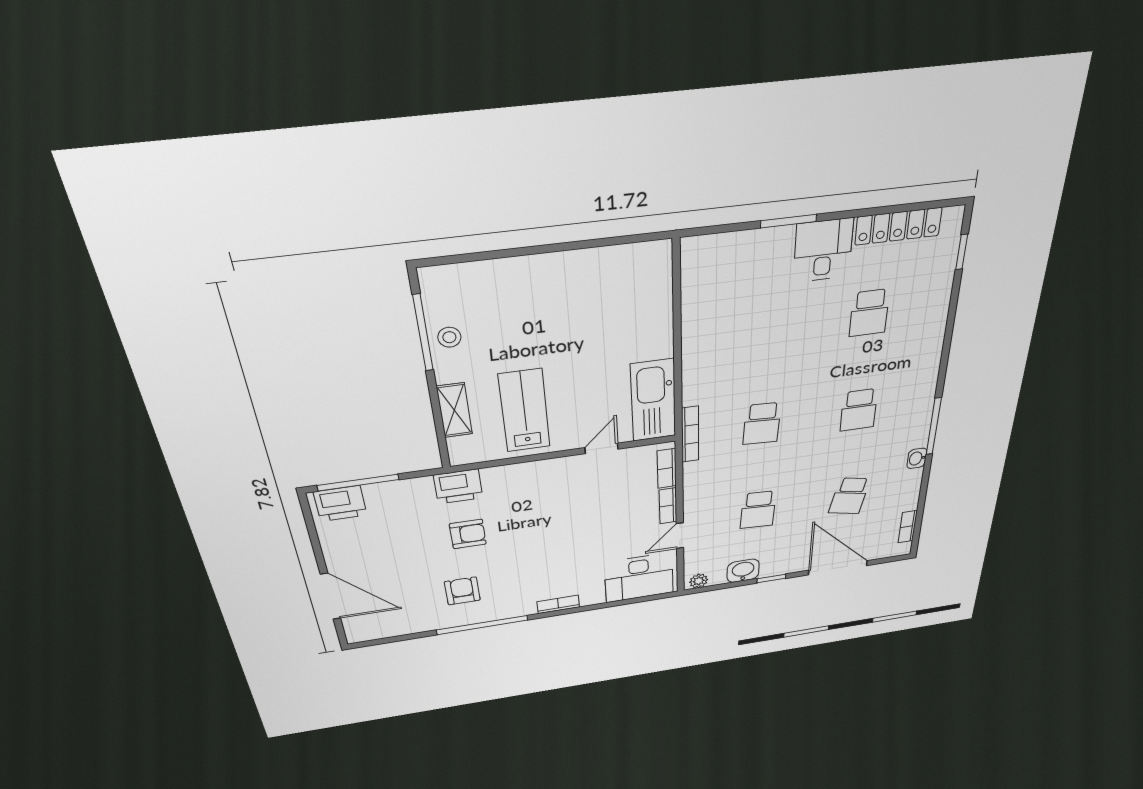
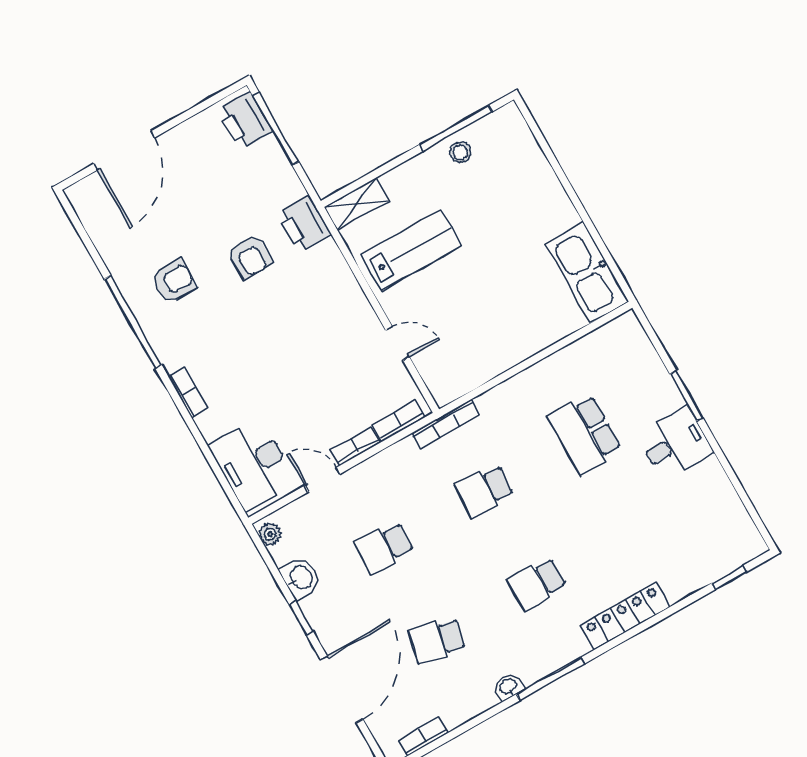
locker: (898, 226) -> (625, 616), moved, turned 90
school desk: (869, 313) -> (585, 434), moved, width x1.85
kitchen sink: (653, 400) -> (587, 272), moved, turned -90
shelving: (454, 410) -> (357, 204), moved

